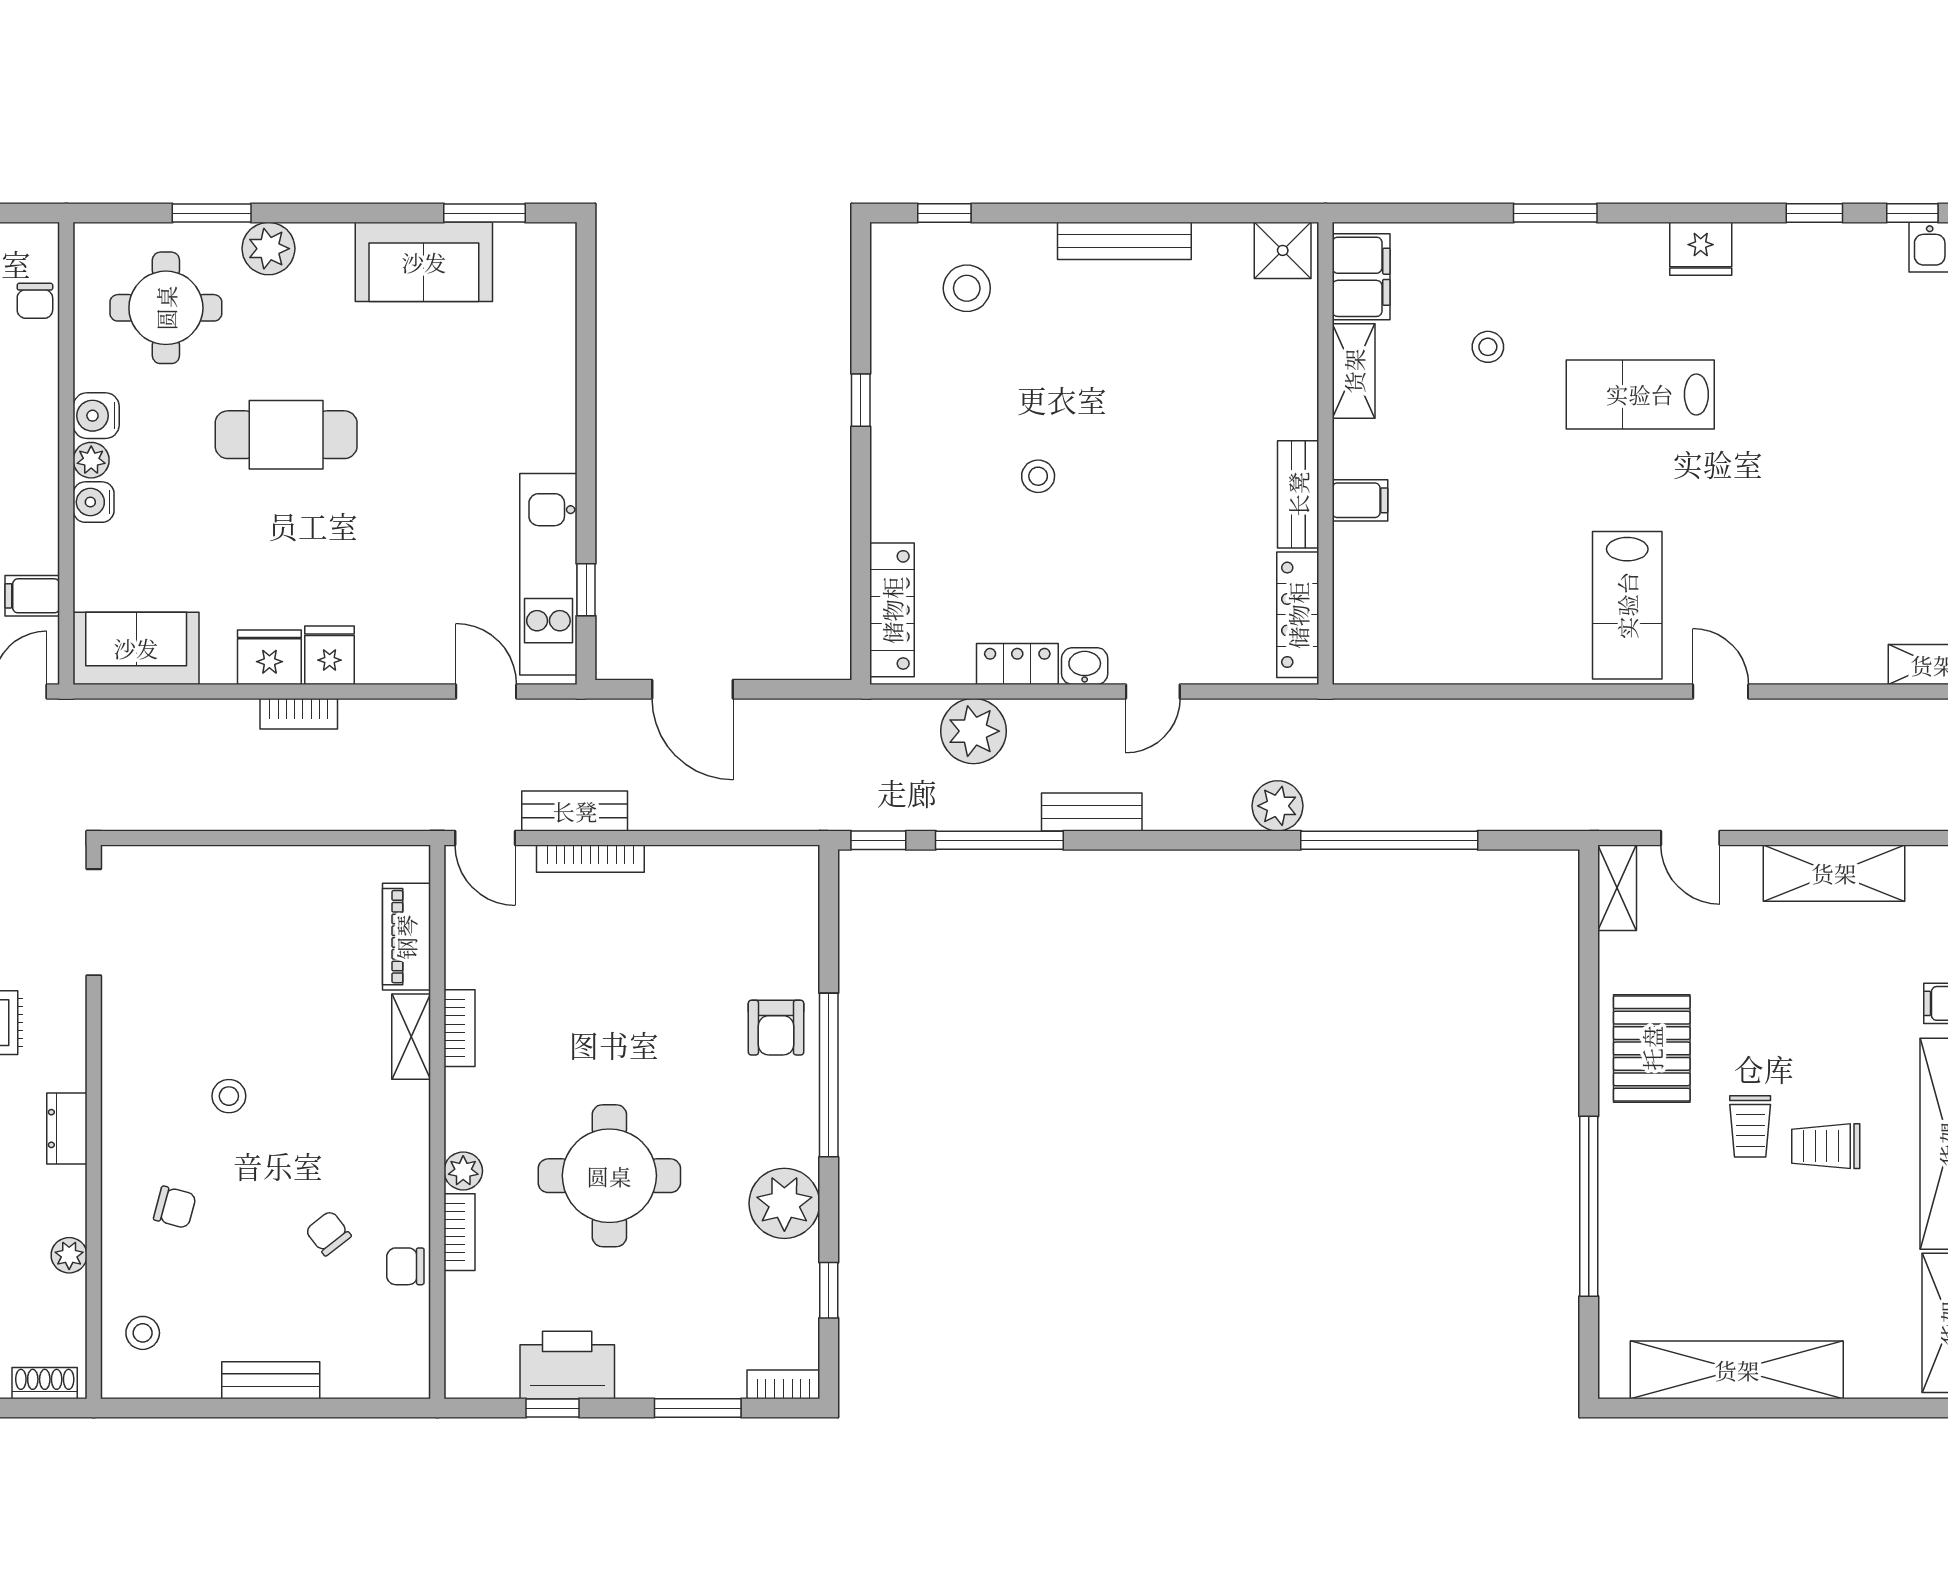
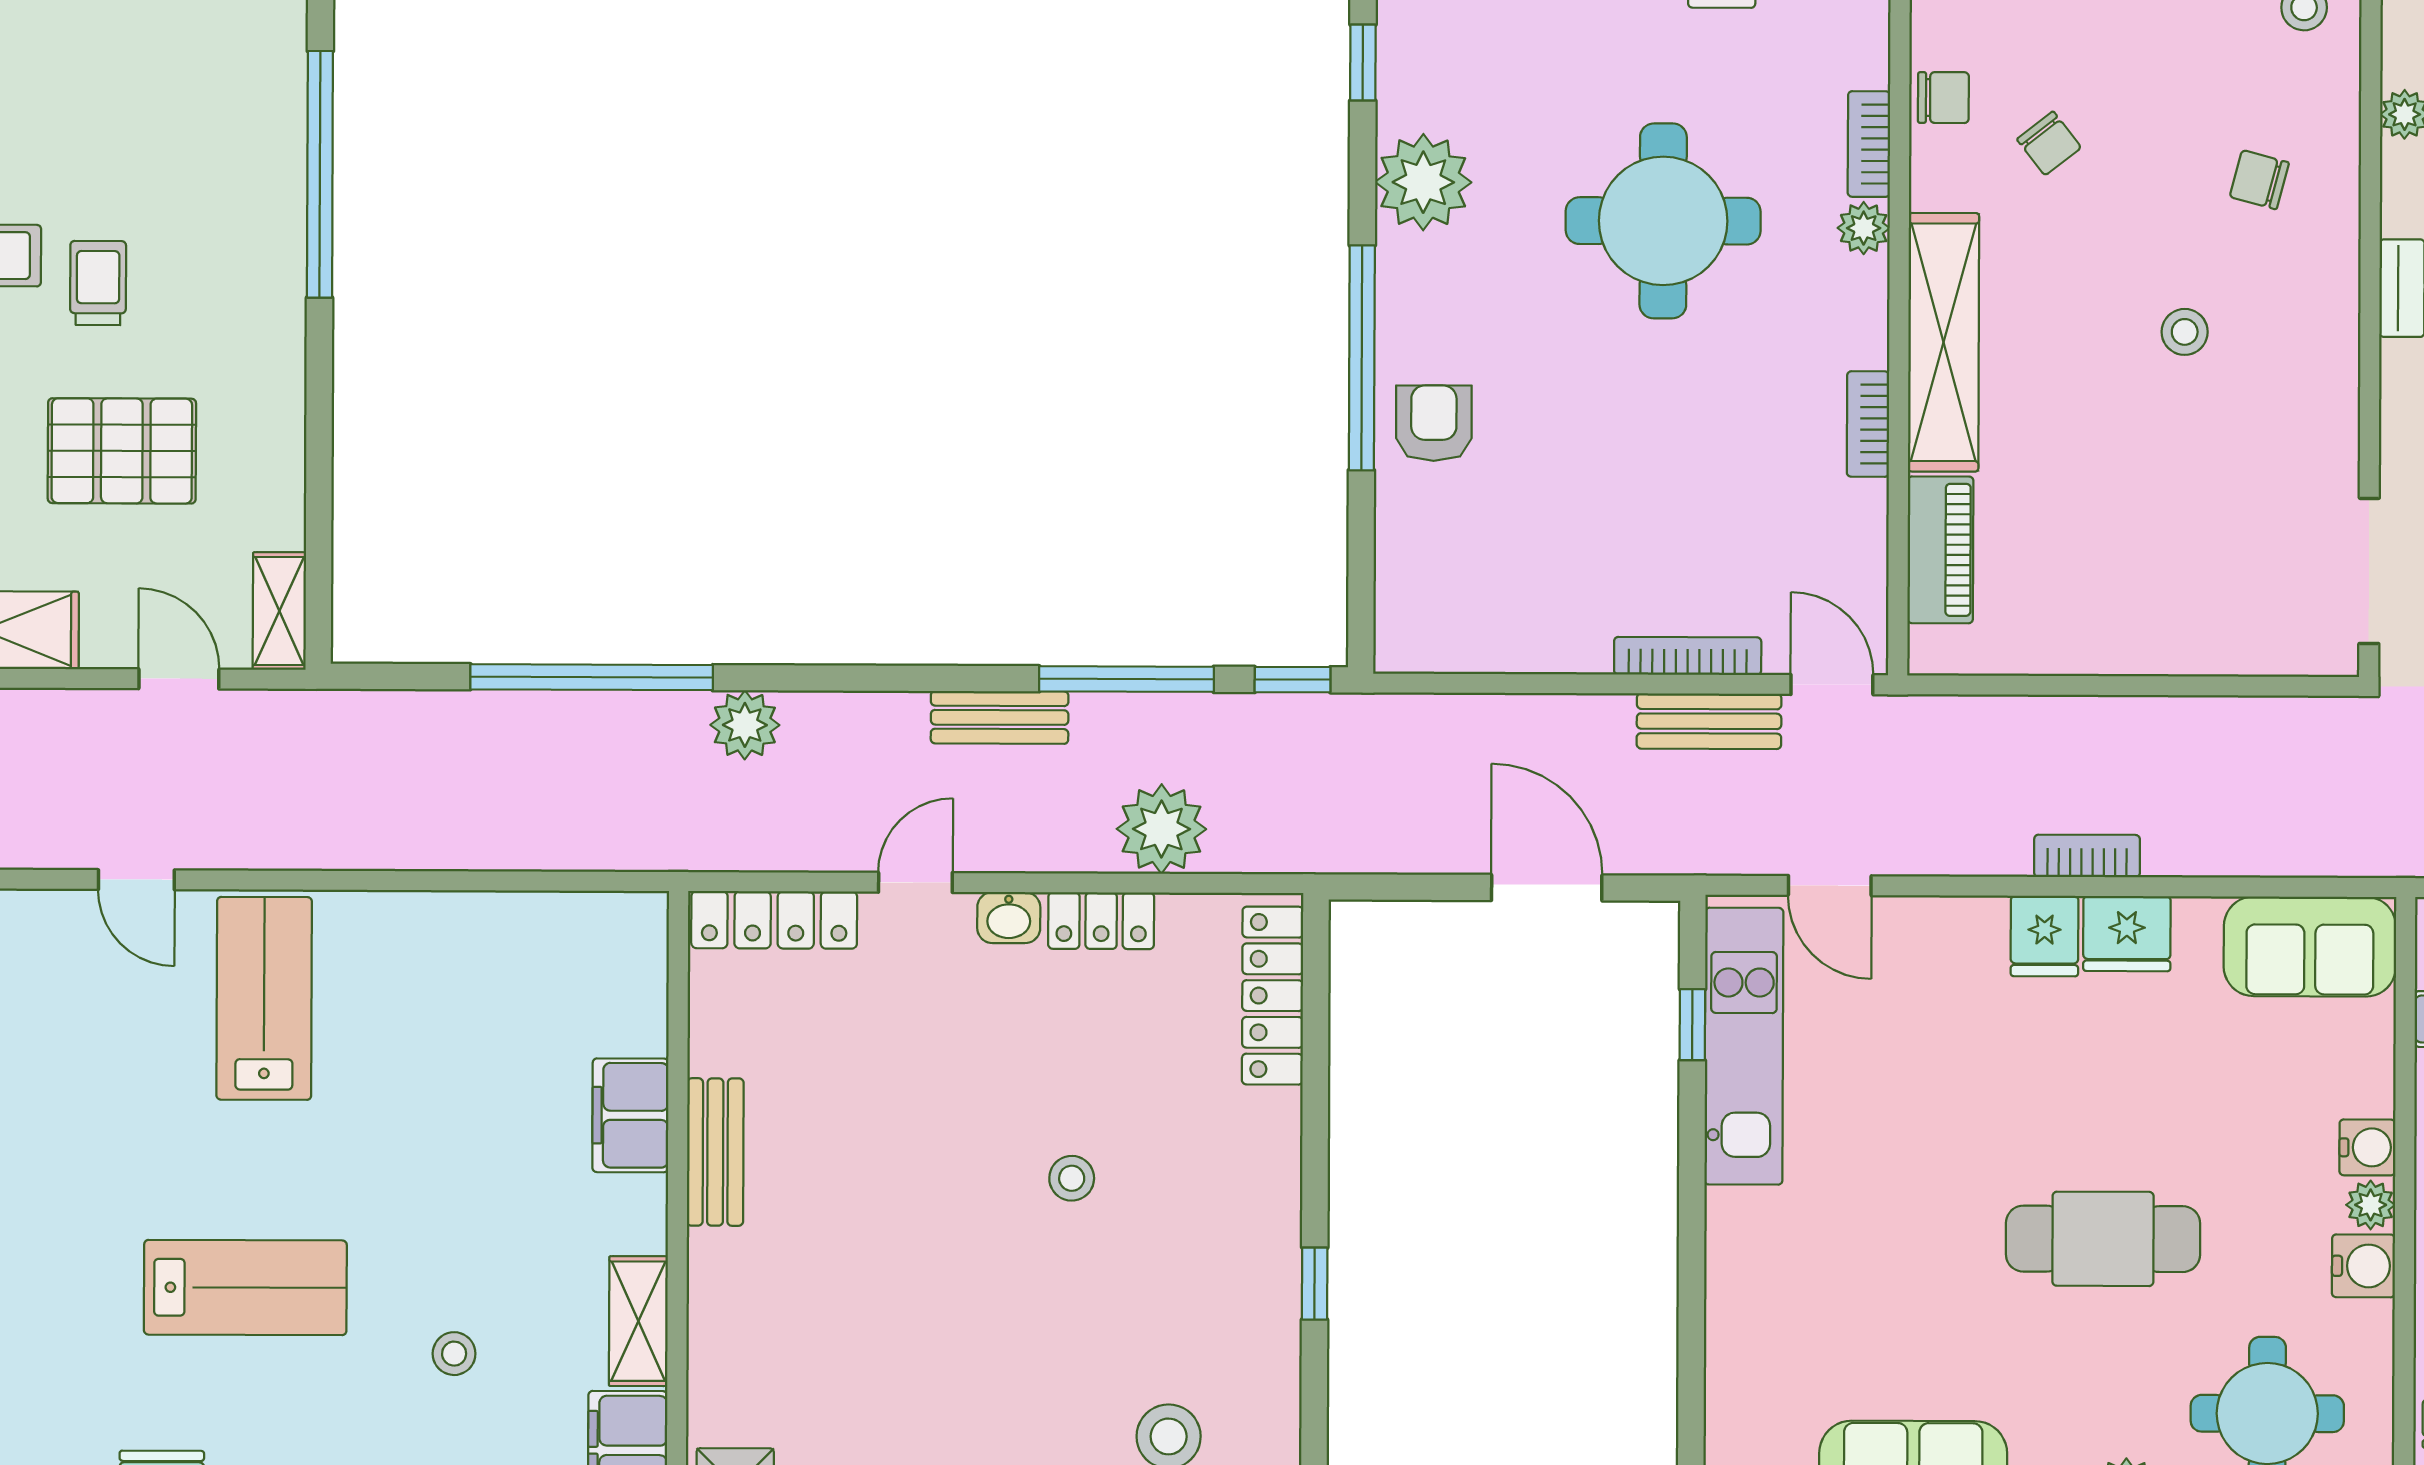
filing cabinet: (1360, 500) -> (630, 1115), width x2.00
locker: (1298, 615) -> (774, 920), moved, turned 90
shelving: (411, 1037) -> (1943, 342), width x2.20, depth x1.33
pallet: (1652, 1048) -> (122, 451), moved, turned 90

